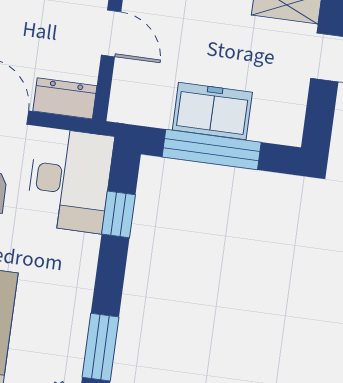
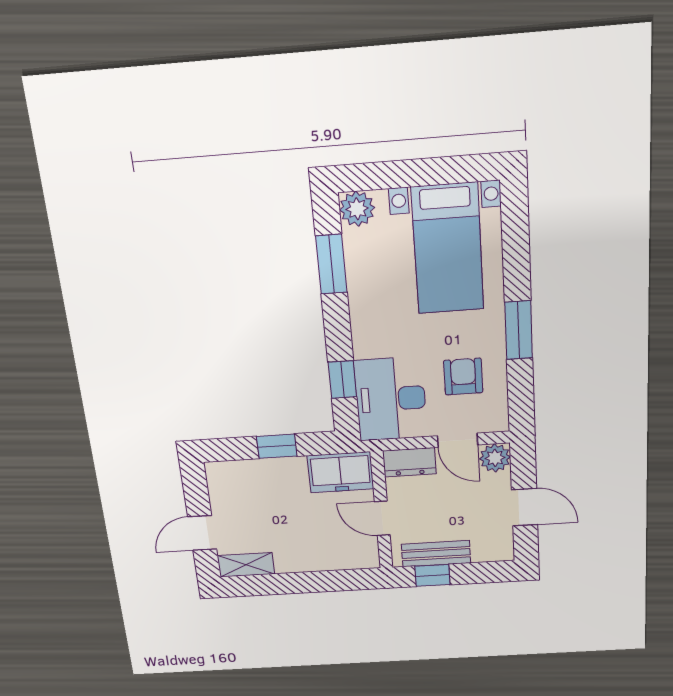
freezer: (212, 111) -> (340, 472), moved
window: (212, 150) -> (277, 446), width x0.46

